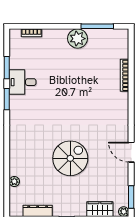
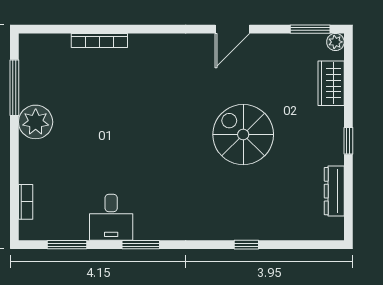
window: (7, 68) -> (67, 245), moved
window: (7, 160) -> (246, 245), added
plant: (14, 181) -> (283, 232), removed

